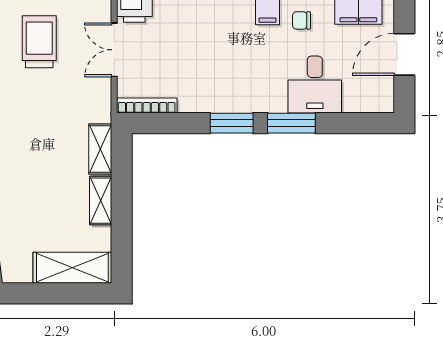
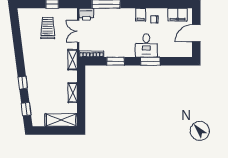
desk: (315, 85) -> (146, 45), moved
window: (232, 123) -> (115, 61), moved
shelving: (100, 149) -> (72, 60), moved

